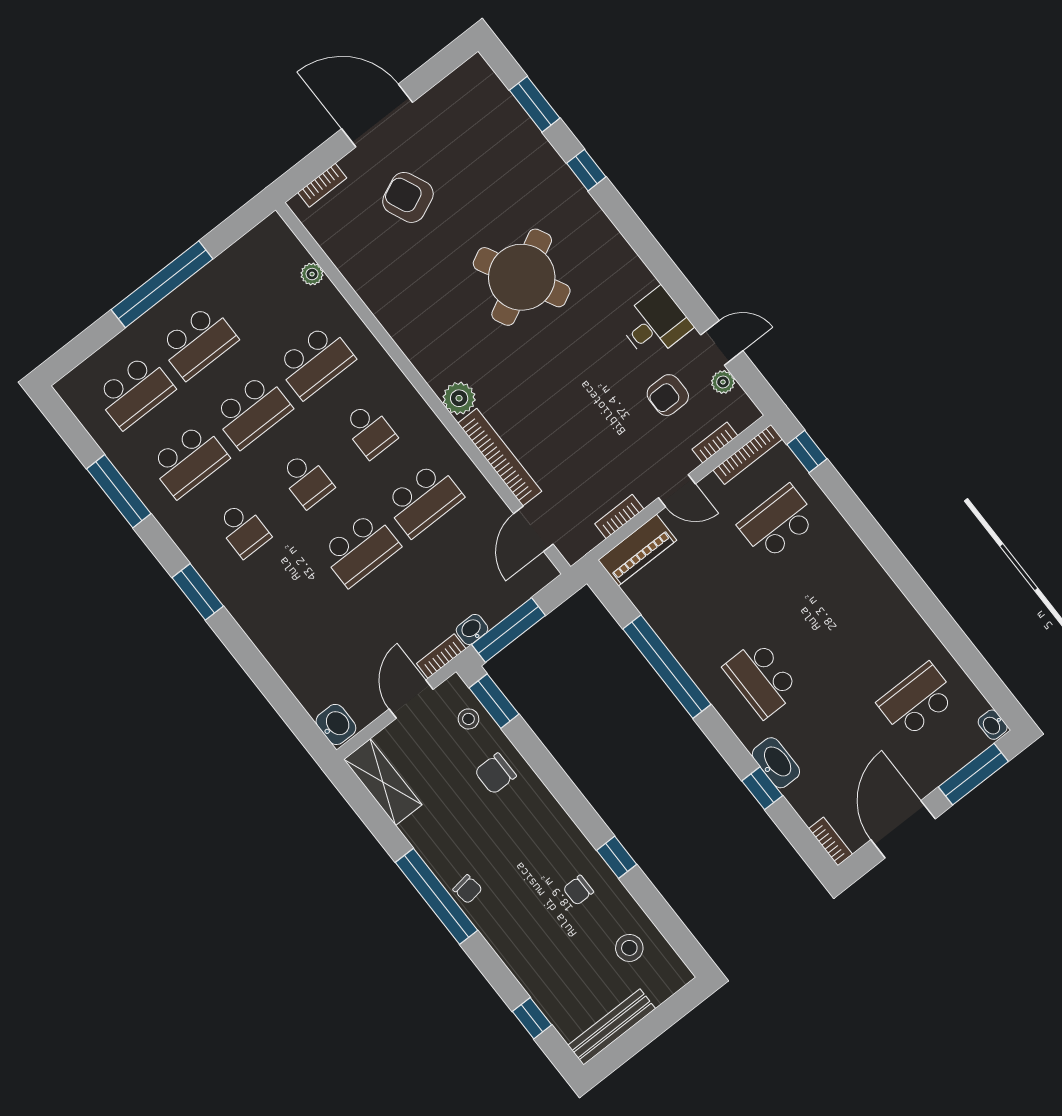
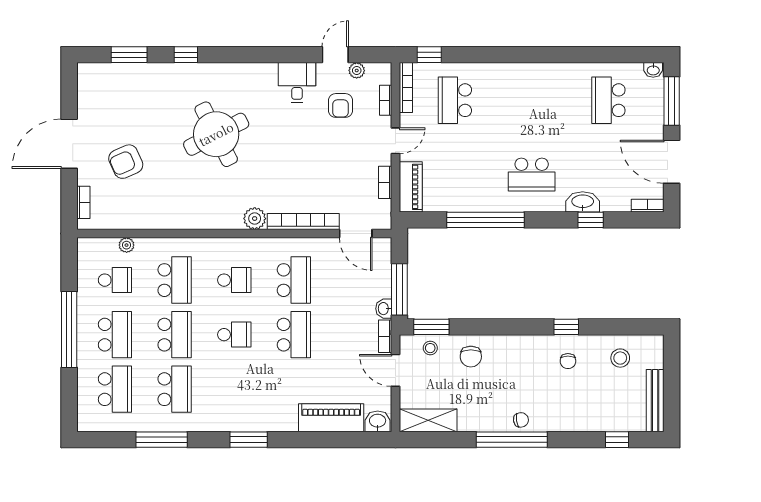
school desk: (243, 529) -> (115, 280), moved
piano: (298, 667) -> (331, 418), added

